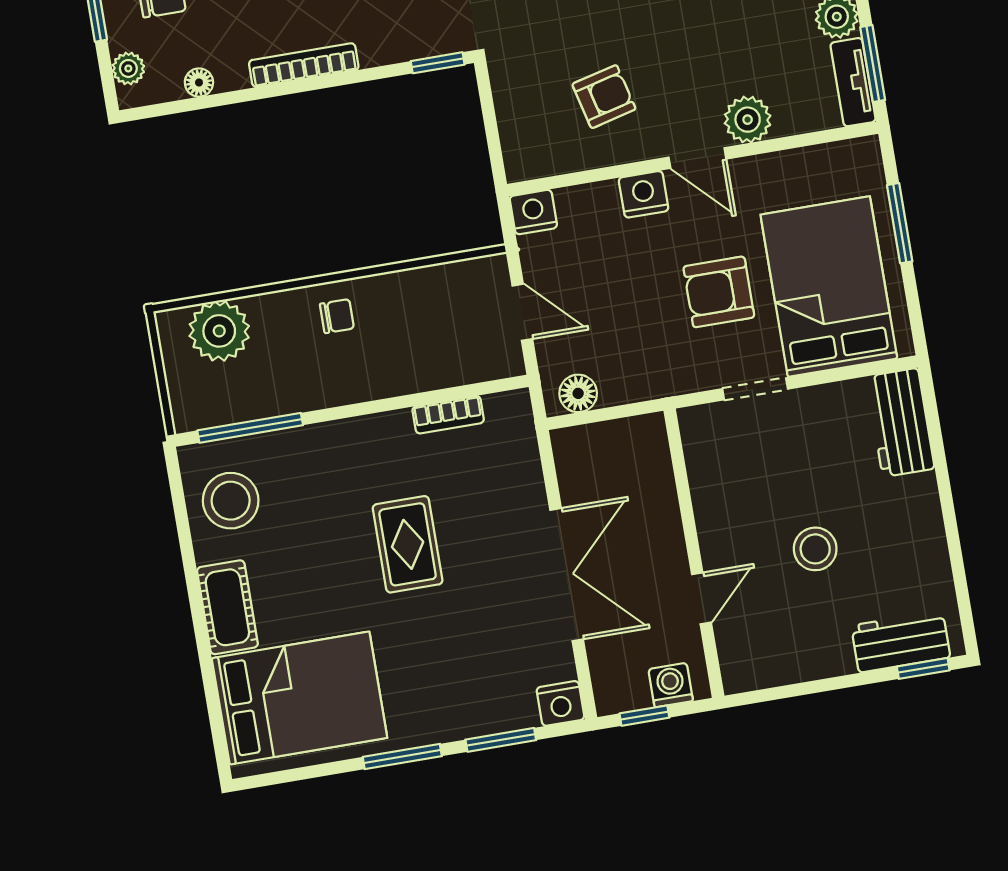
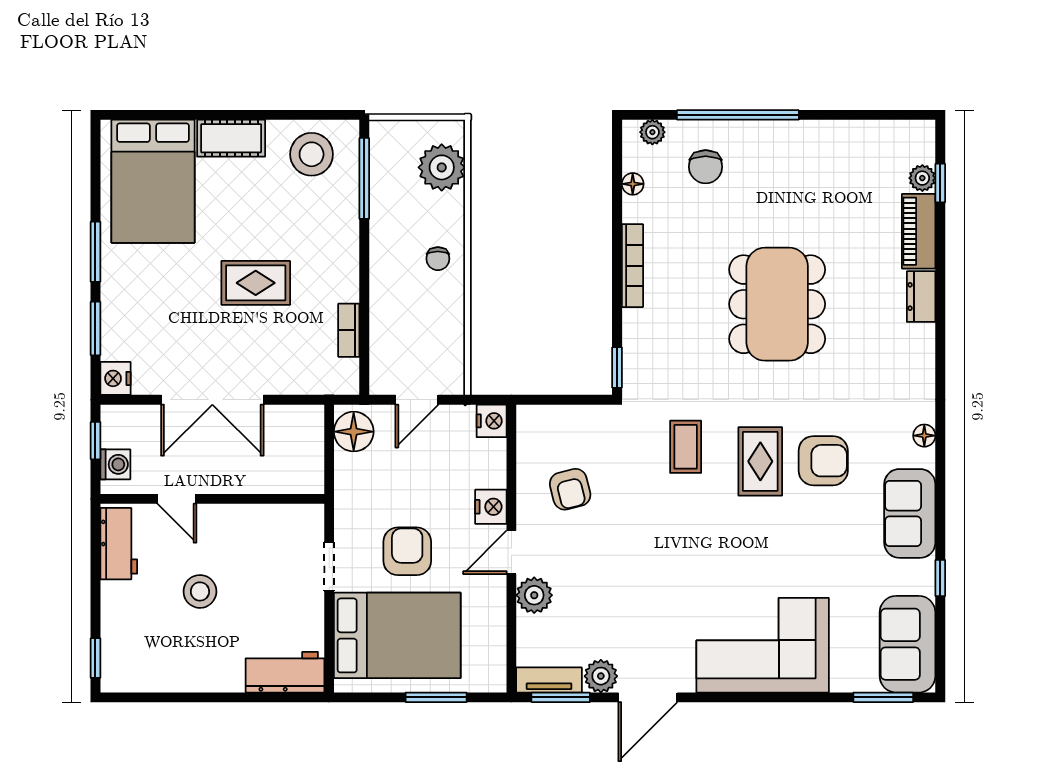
floor lamp: (578, 393) -> (354, 432), width x1.38, depth x1.38
workbench: (901, 642) -> (119, 544), moved

